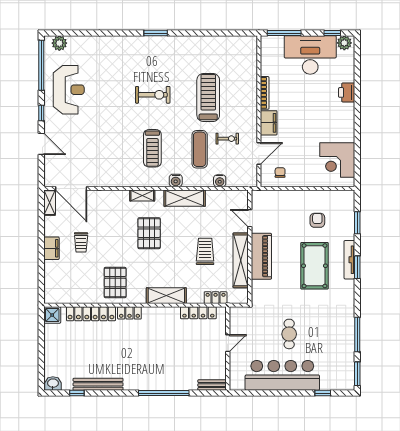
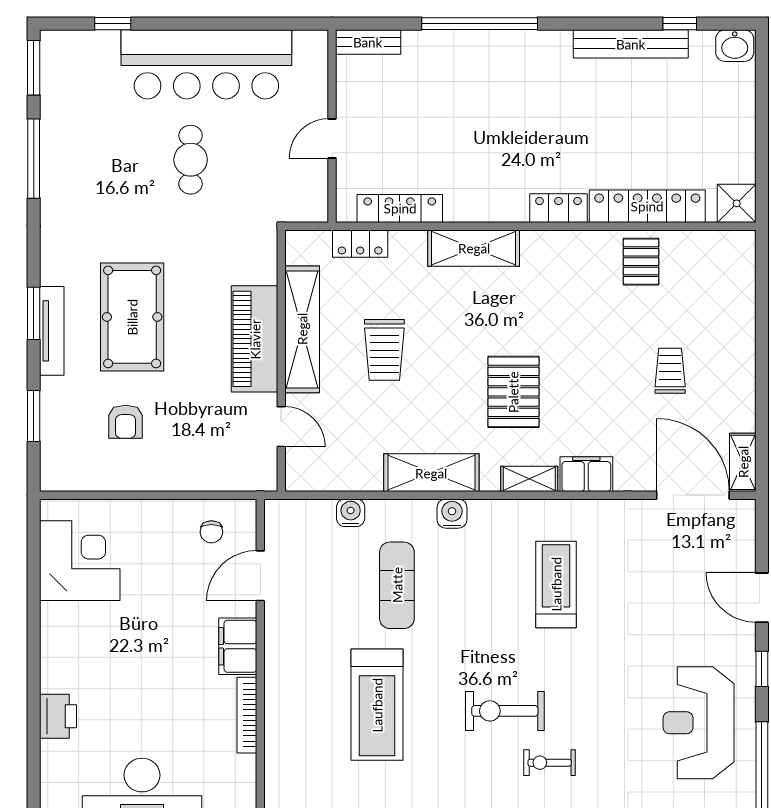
exercise bike: (227, 139) -> (550, 763), moved
treadmill: (152, 148) -> (556, 584), moved
filing cabinet: (51, 248) -> (586, 474), moved, turned 90
pallet: (115, 283) -> (641, 262), moved, width x0.67, depth x0.71

